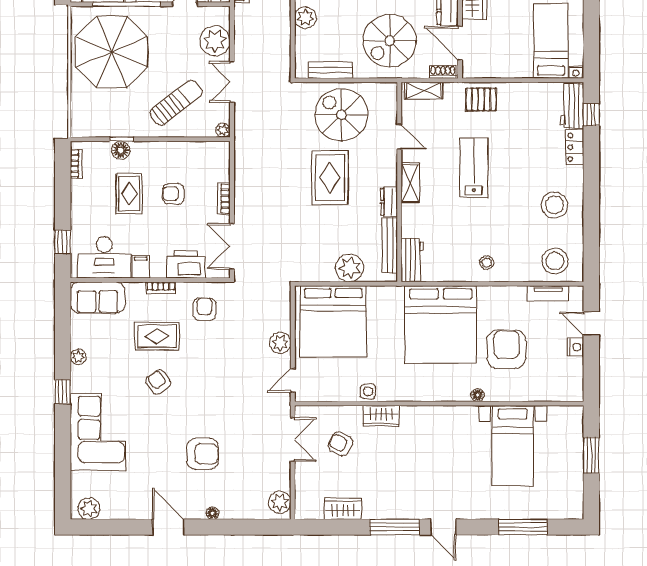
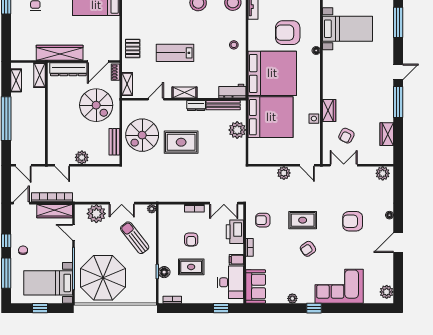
bed: (333, 322) -> (271, 117), moved
rug: (157, 336) -> (303, 220), moved, turned 90
armchair: (203, 454) -> (353, 221), turned -90

